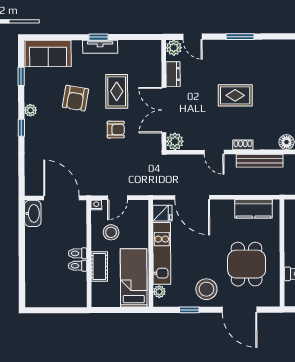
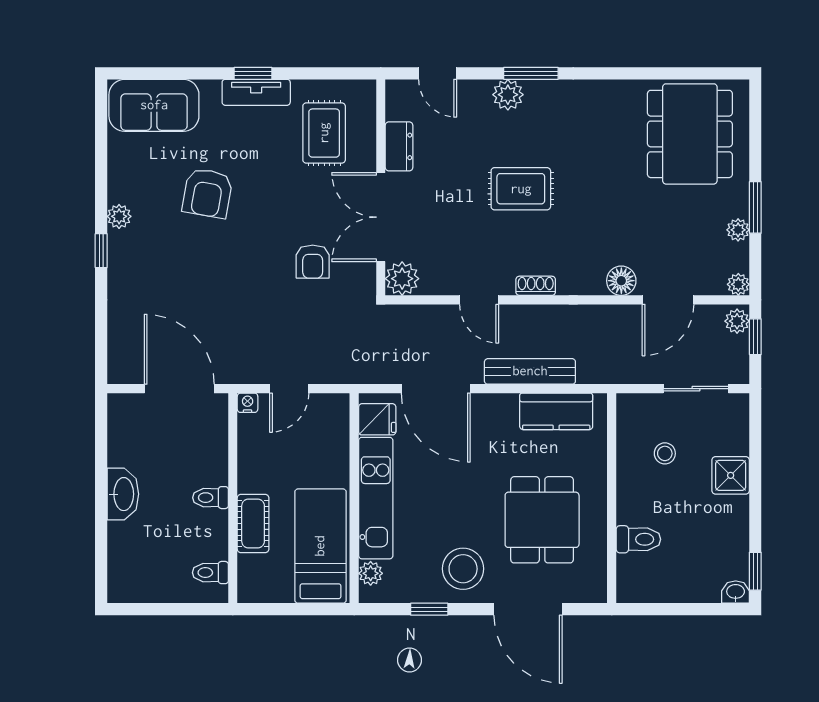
plant: (174, 48) -> (508, 95), moved
window: (21, 76) -> (101, 150), removed
rug: (117, 91) -> (324, 133), moved
armchair: (116, 130) -> (313, 262), moved, turned 90
bench: (260, 161) -> (530, 371), moved
washbasin: (33, 213) -> (123, 494), moved
stool: (111, 232) -> (276, 457), removed
toilet: (78, 266) -> (210, 573), moved

